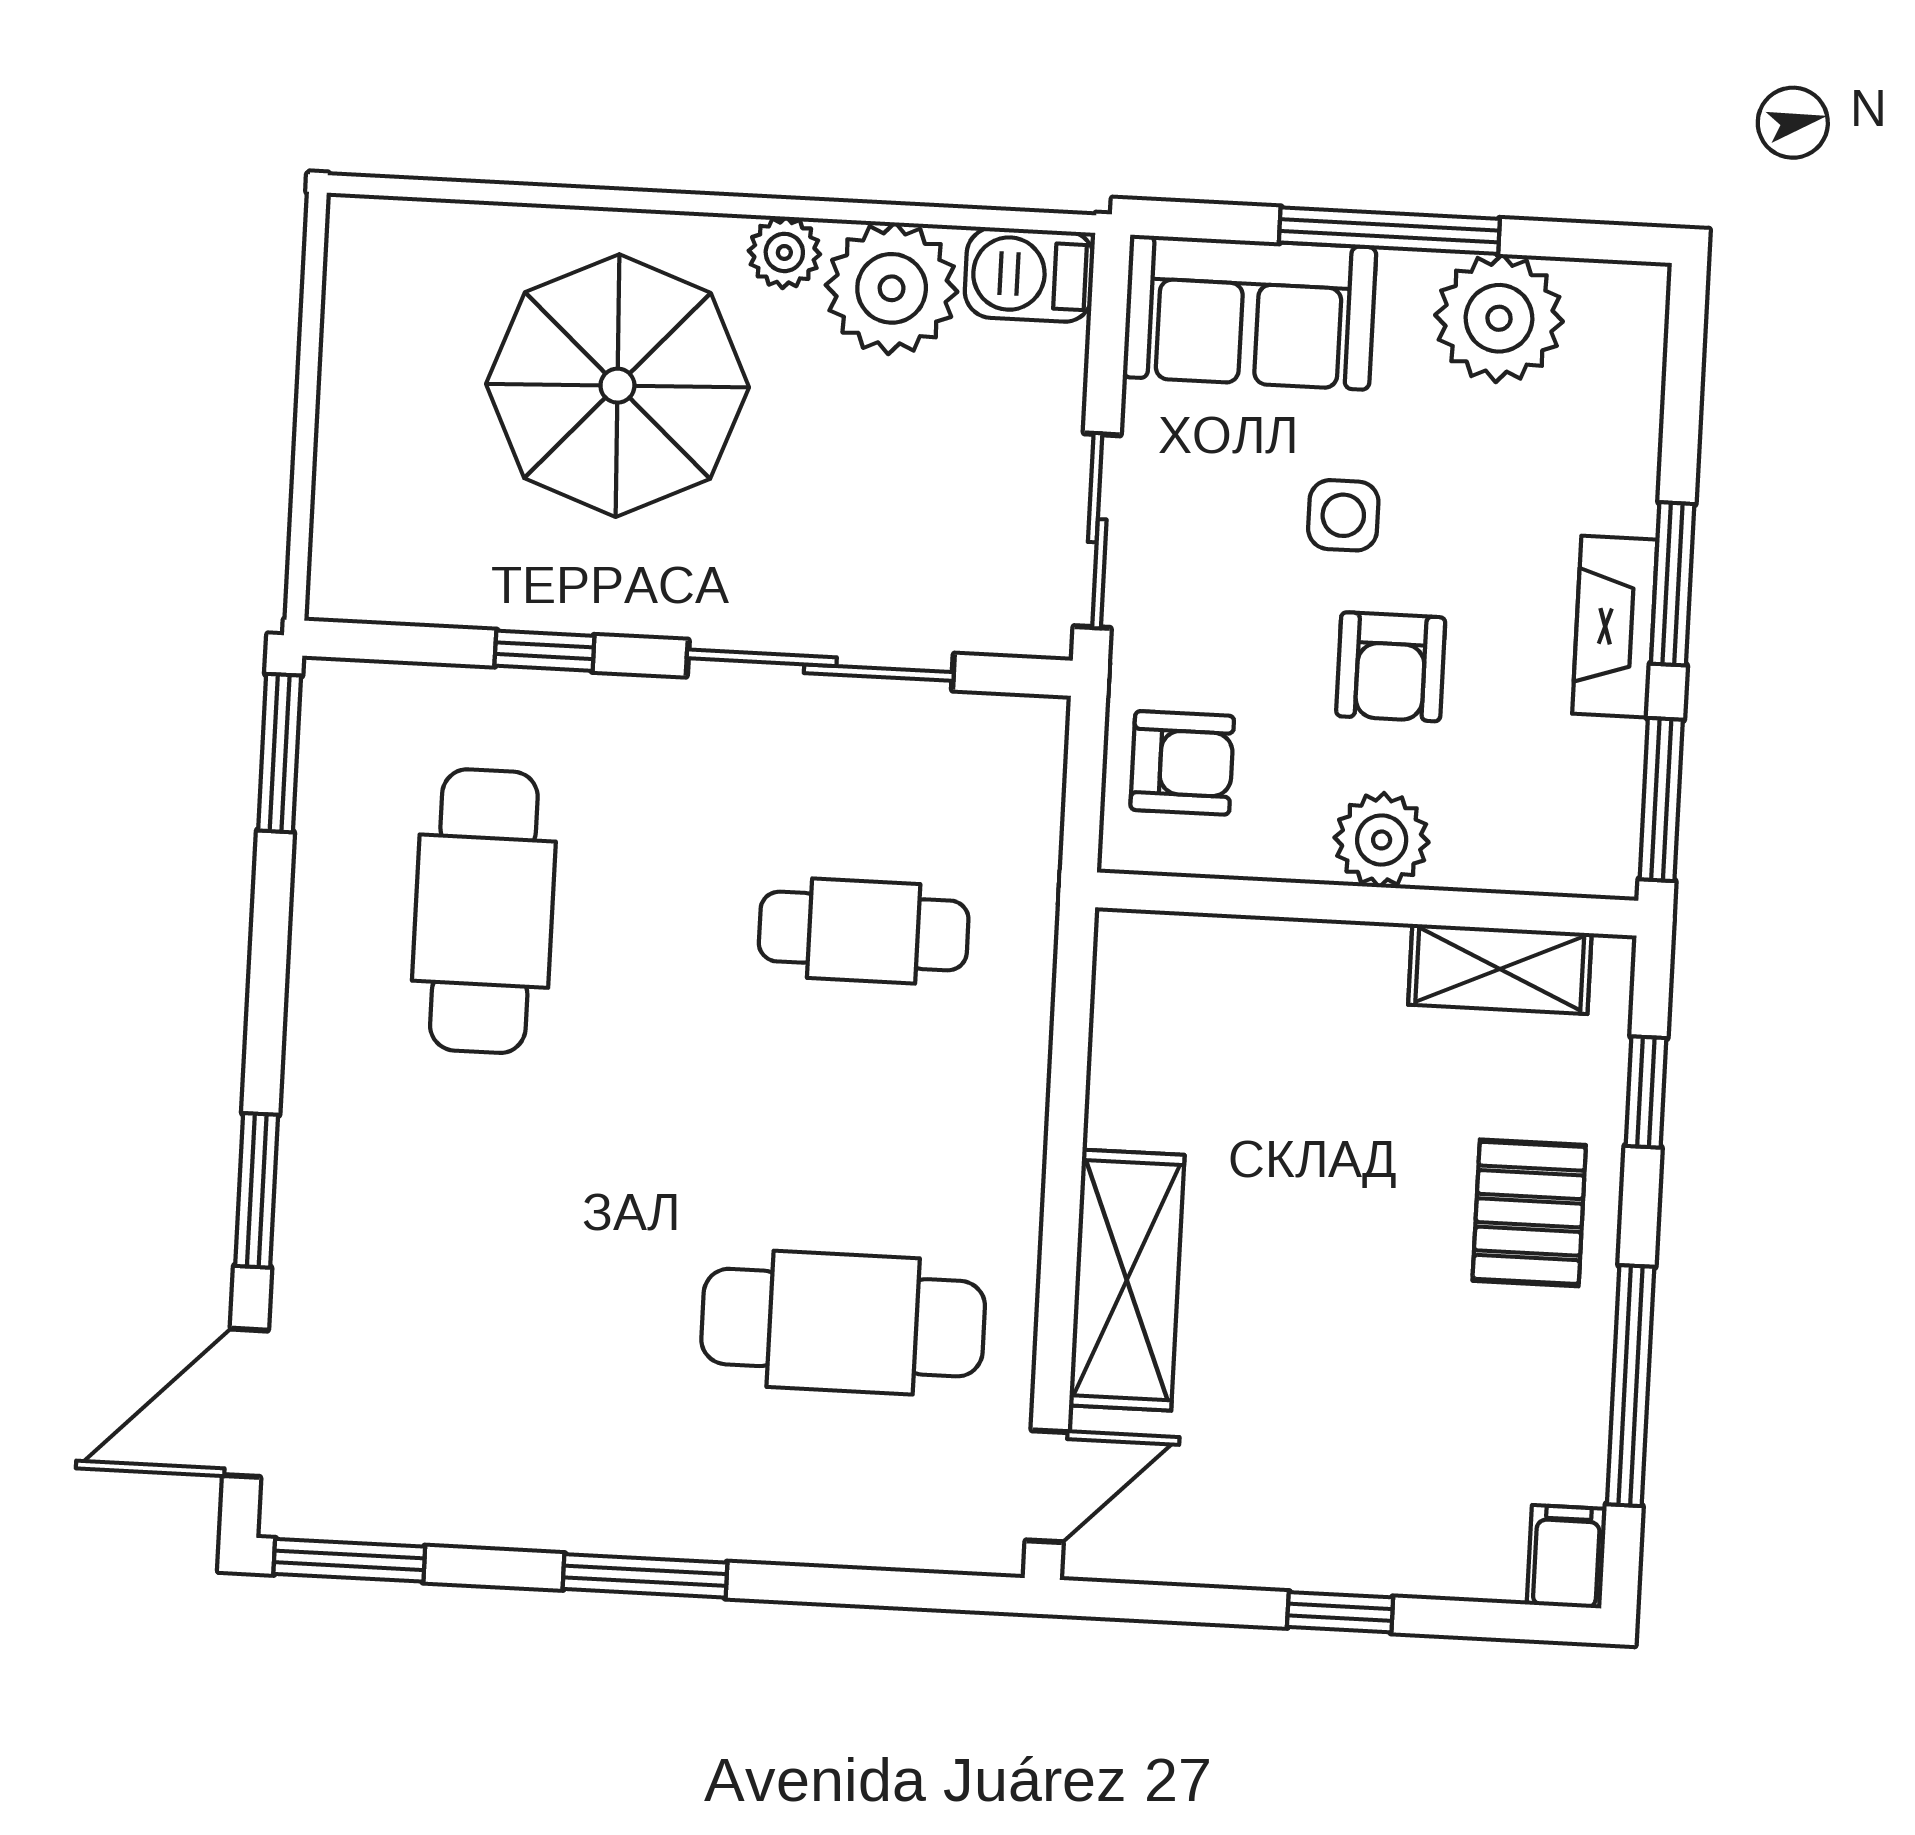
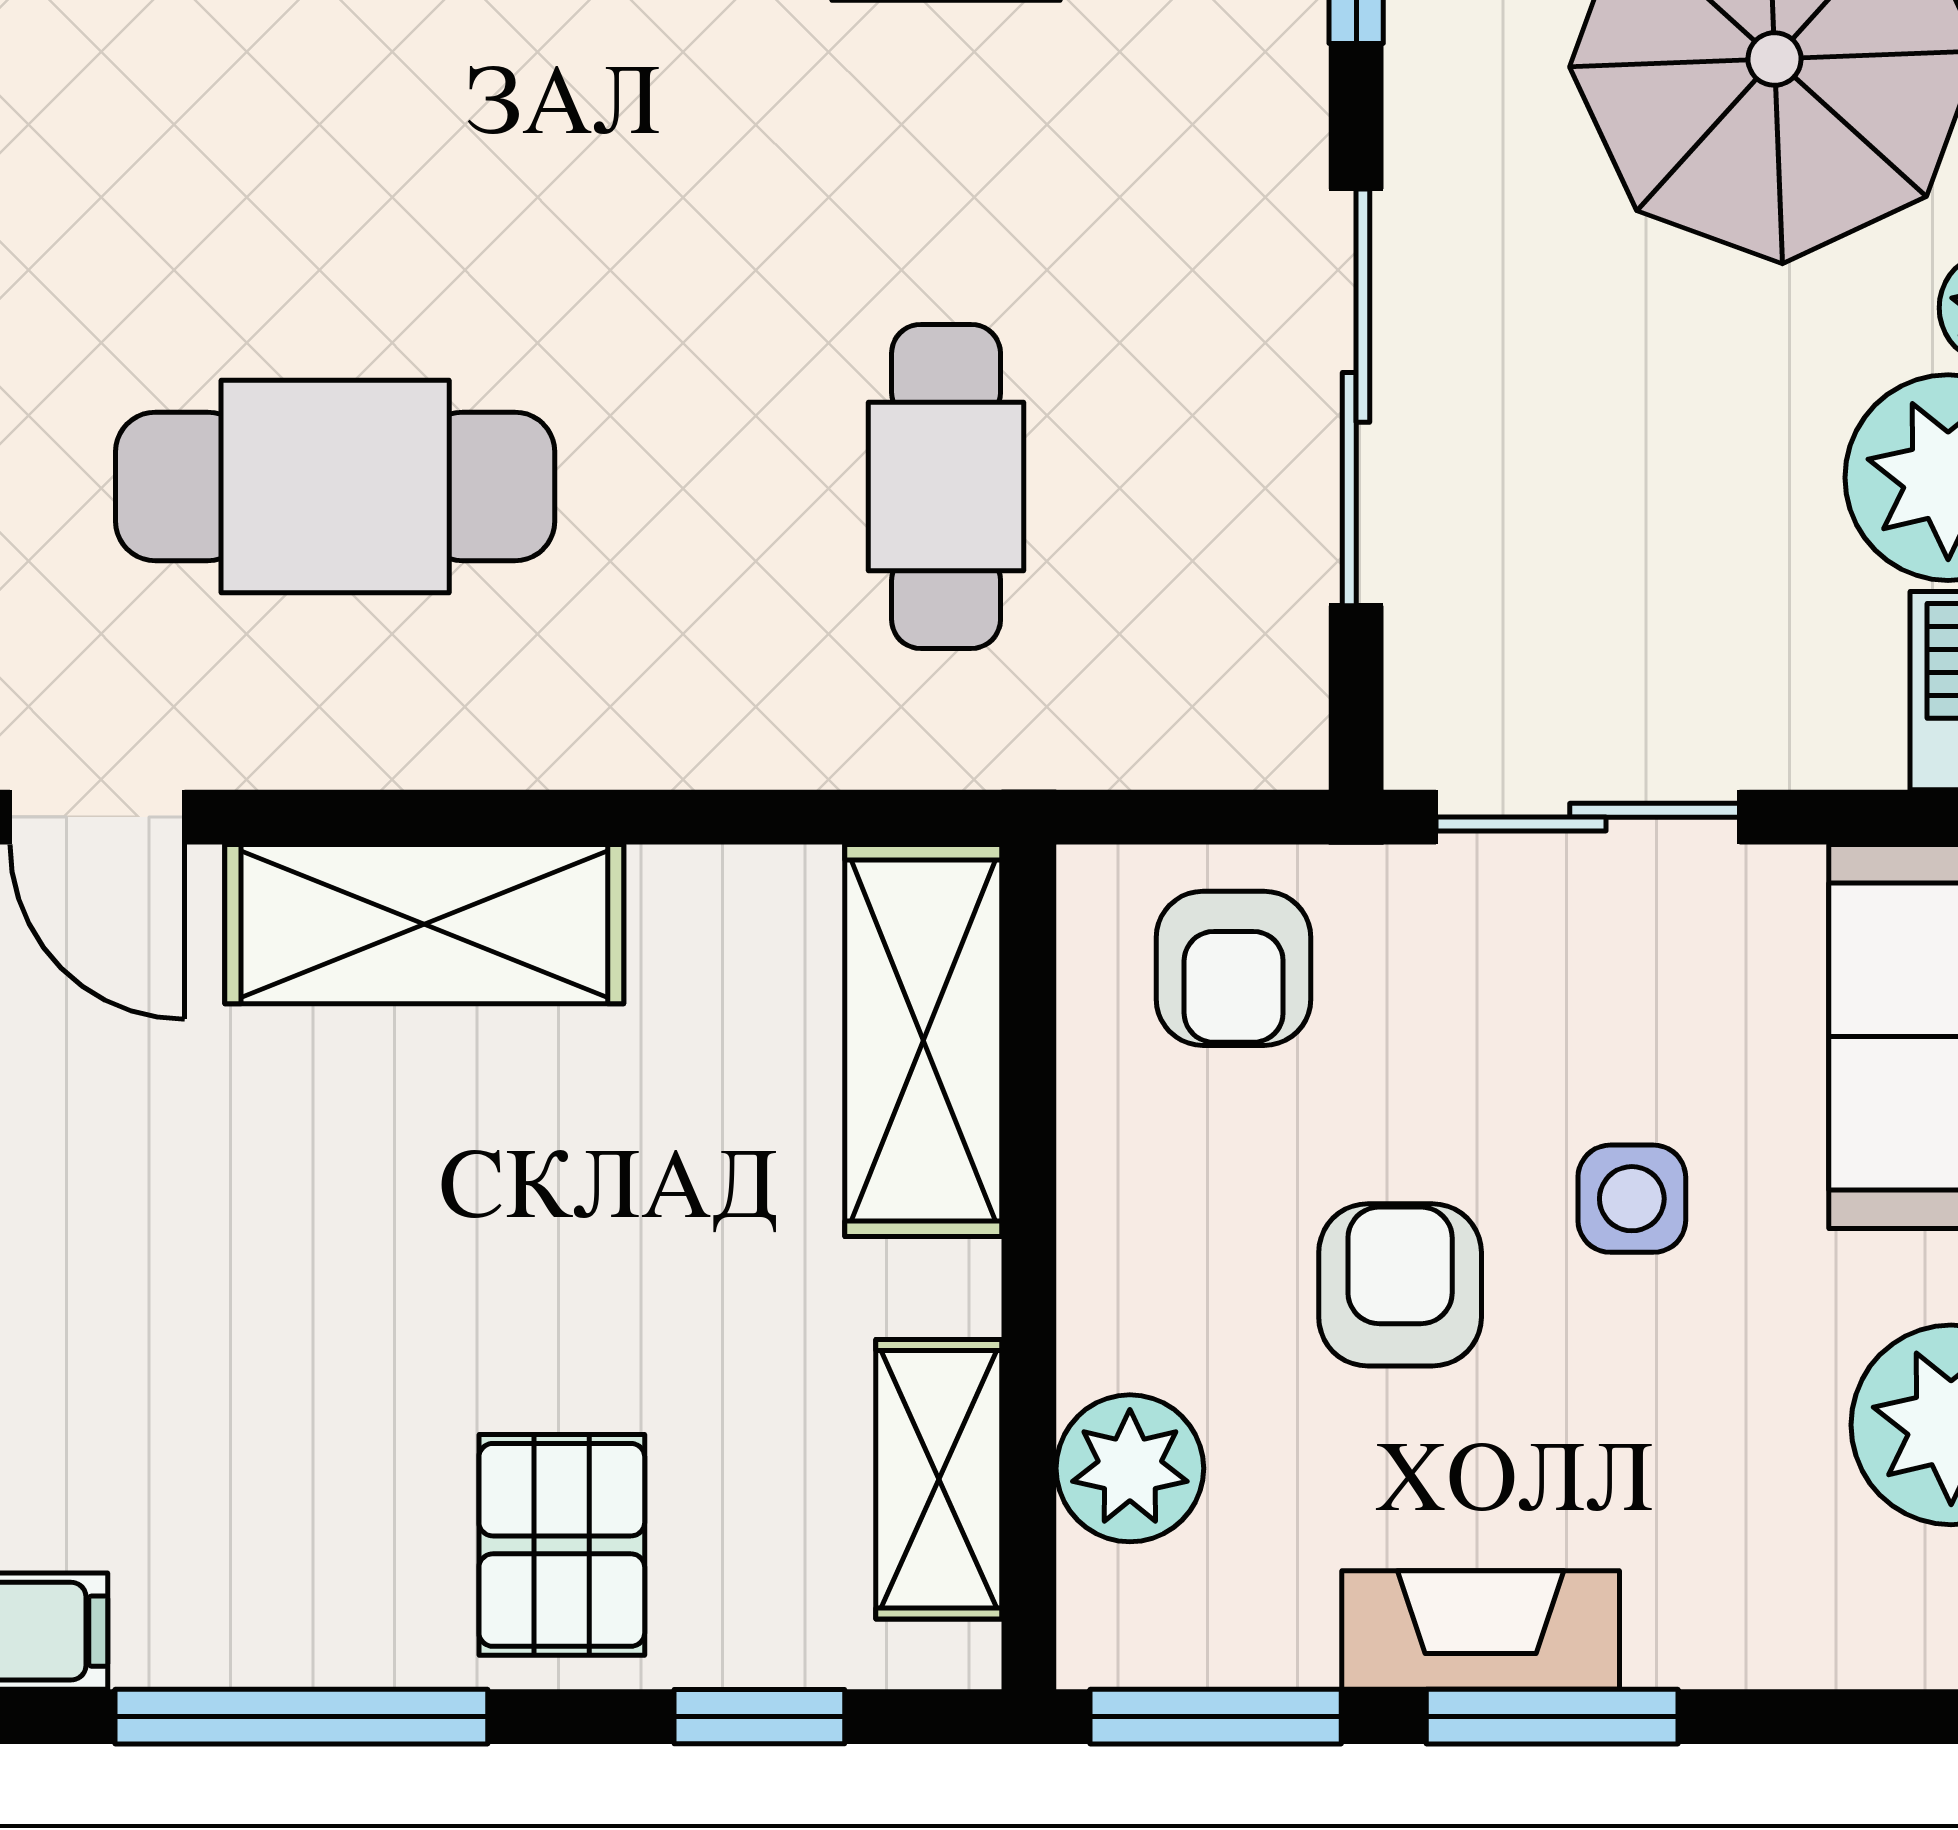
armchair: (1391, 667) -> (1400, 1285), turned 90
plant: (1382, 840) -> (1130, 1468), moved
shelving: (1218, 964) -> (923, 1041), added
pallet: (1529, 1213) -> (562, 1545), turned 90
cafe table: (843, 1323) -> (335, 486), turned 90

